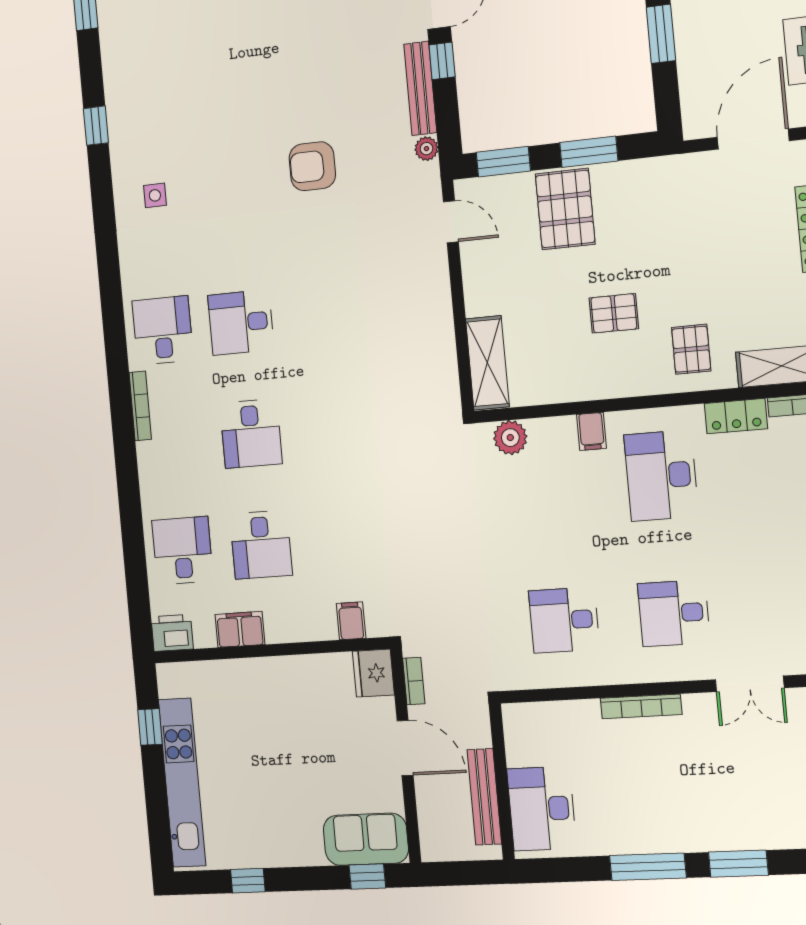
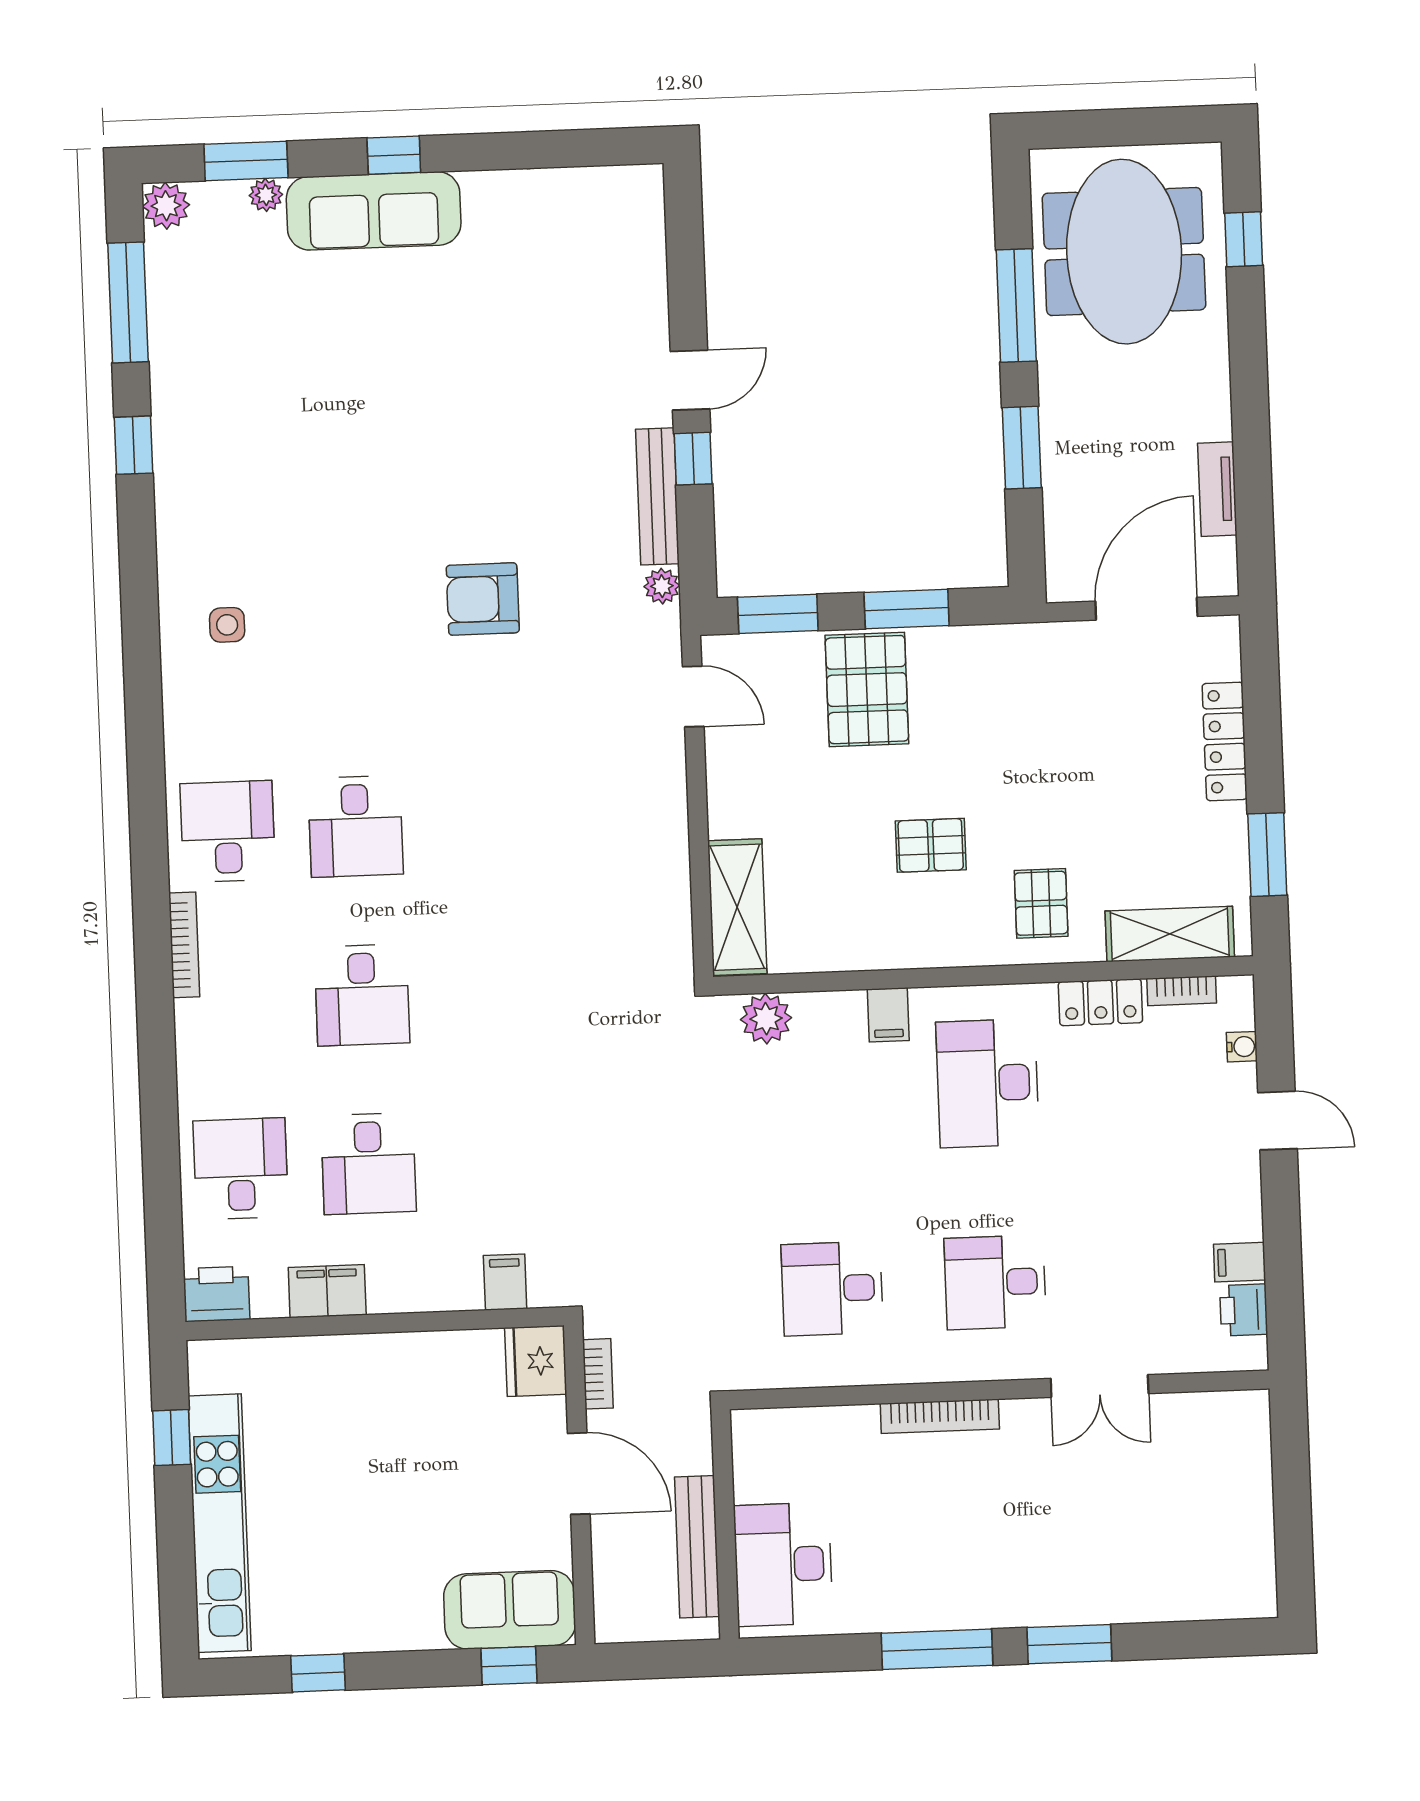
window: (96, 126) -> (133, 445), moved
desk: (241, 322) -> (356, 826), turned -90

